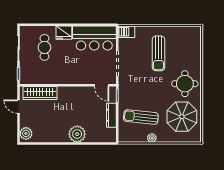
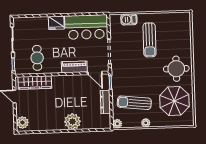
barbecue: (126, 32) -> (129, 19), moved
cafe table: (44, 47) -> (37, 58), moved
piano: (81, 78) -> (74, 67), added
plant: (123, 138) -> (117, 124), added

